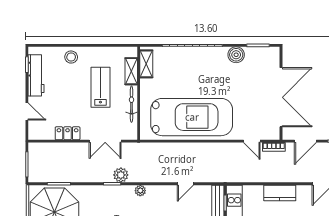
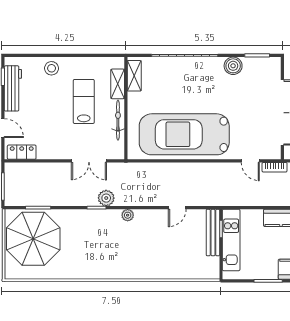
car: (192, 117) -> (184, 134), turned 180
locker: (68, 133) -> (22, 152), moved

